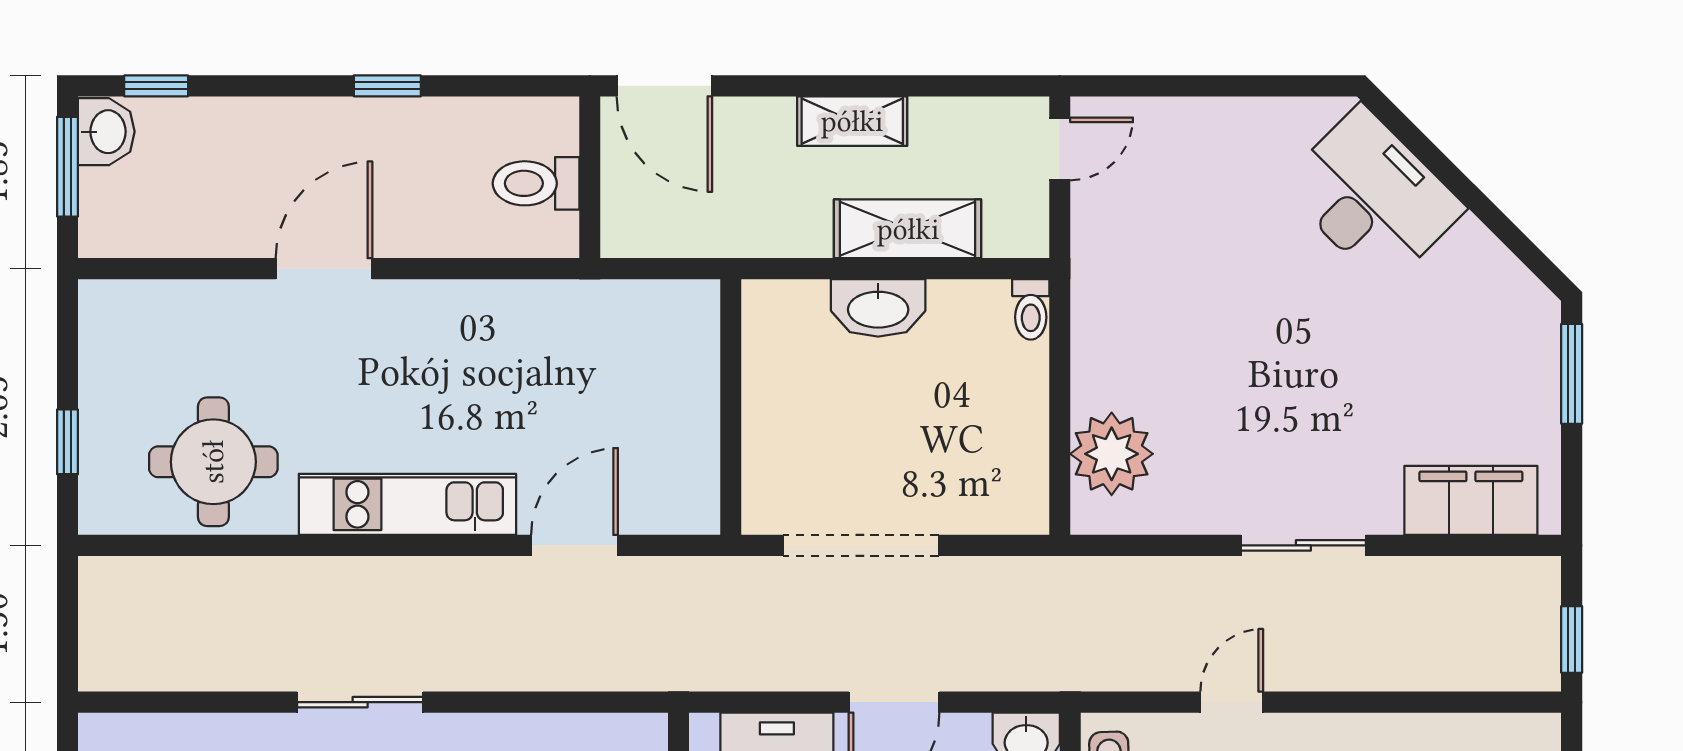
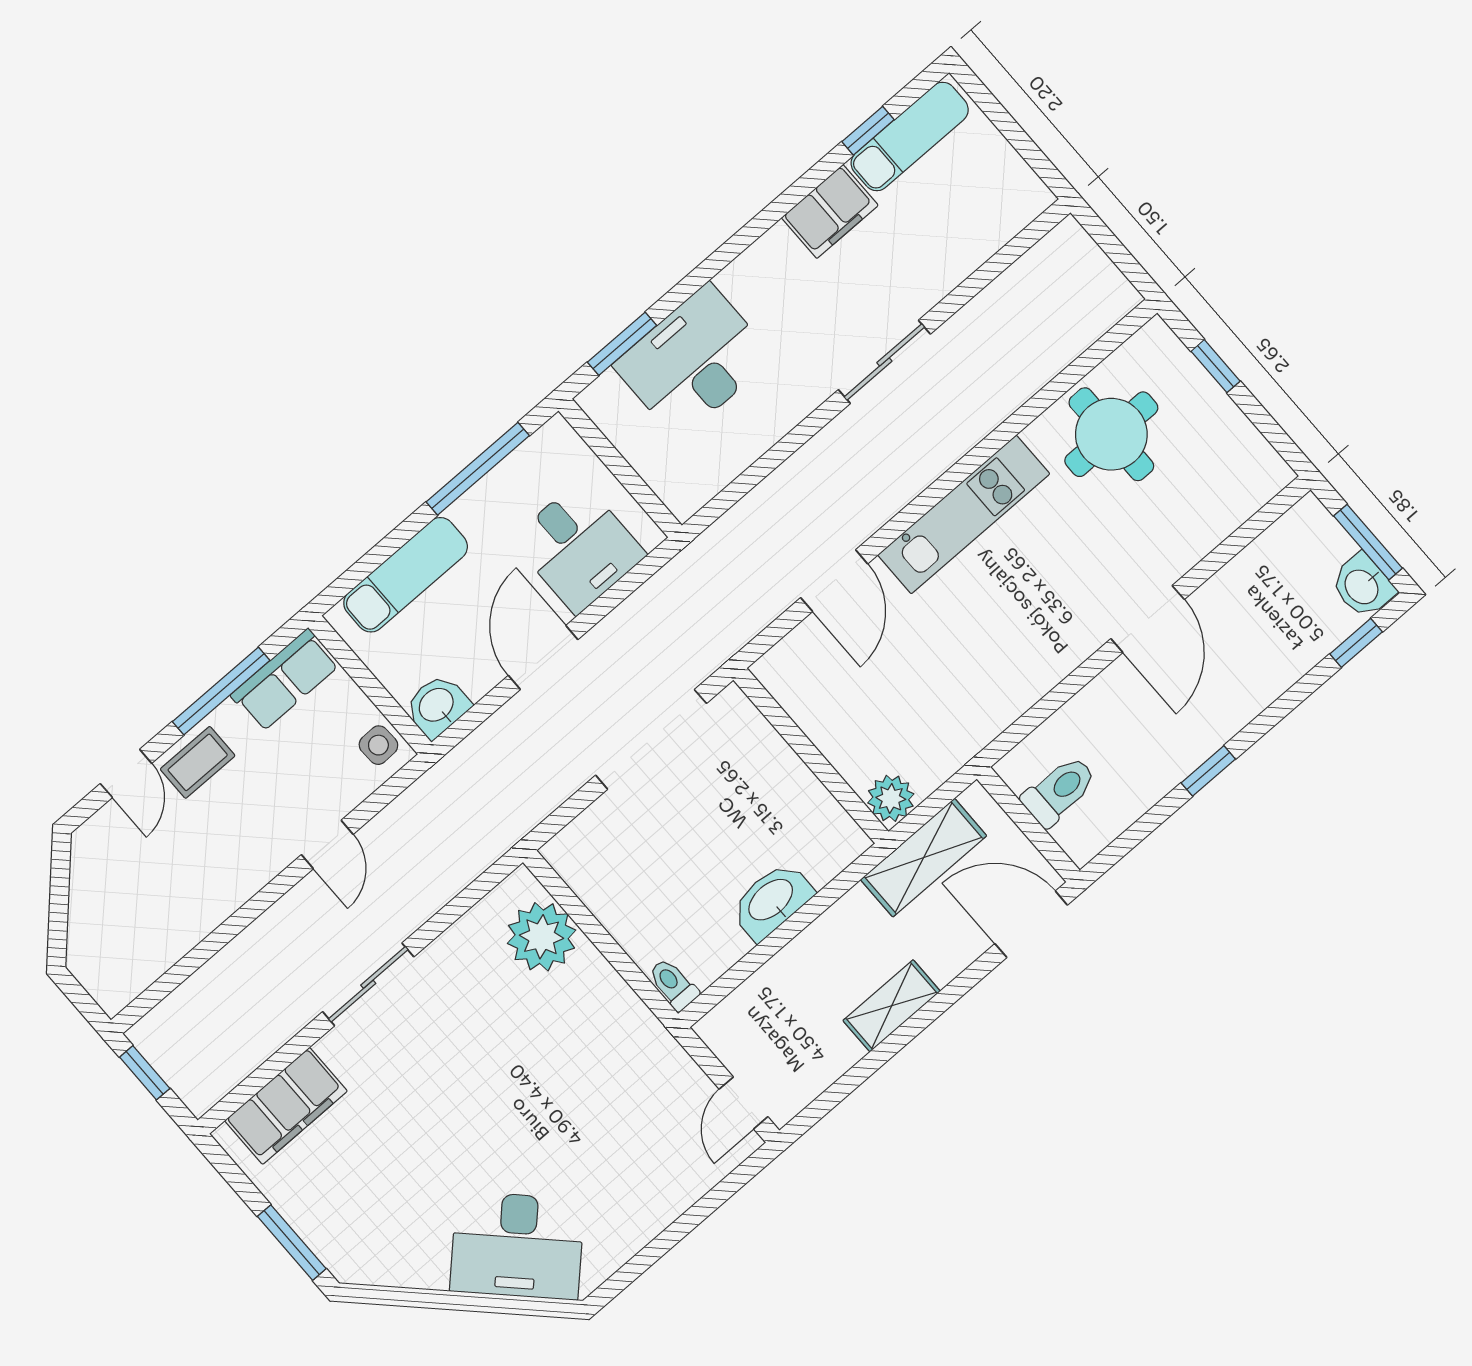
shelving: (908, 229) -> (924, 858), moved
plant: (692, 307) -> (891, 798), added

